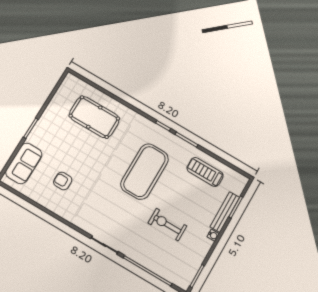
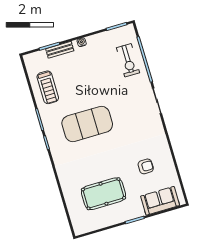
pool table: (94, 117) -> (103, 194), moved, turned 90
armchair: (63, 181) -> (146, 166), turned -90
bench: (225, 212) -> (60, 50), width x0.73
exercise bike: (167, 224) -> (128, 60), moved

